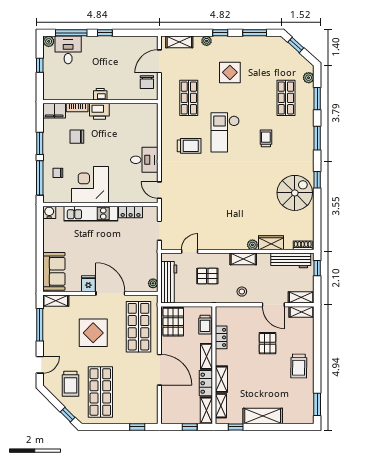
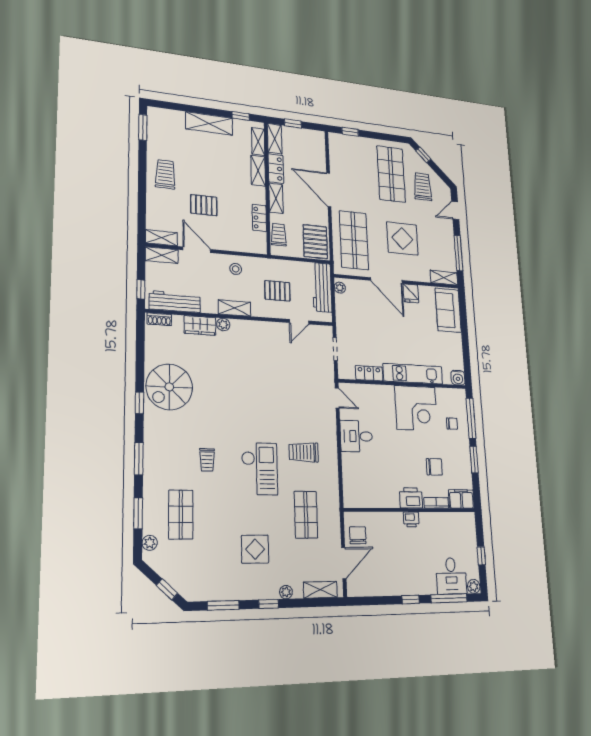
pallet: (268, 343) -> (204, 205), turned 90

